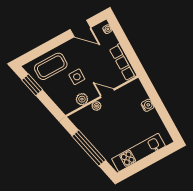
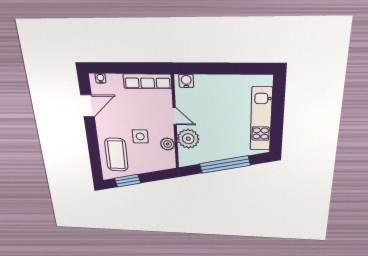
door: (107, 93) -> (175, 116), swing flipped
water cooler: (148, 105) -> (186, 81), moved
plant: (96, 106) -> (188, 139), width x1.87, depth x1.87

